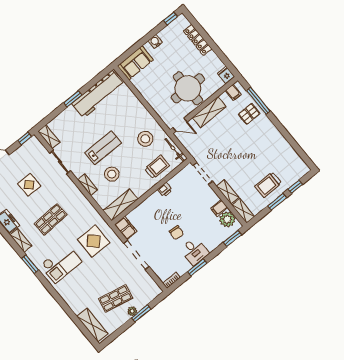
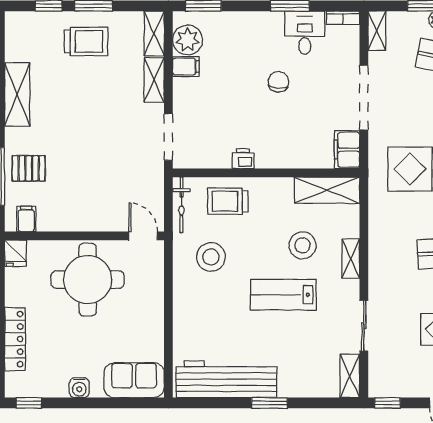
shelving: (209, 112) -> (17, 94), moved, turned 90
desk: (194, 251) -> (305, 33), moved
shelving: (153, 286) -> (377, 31), added

